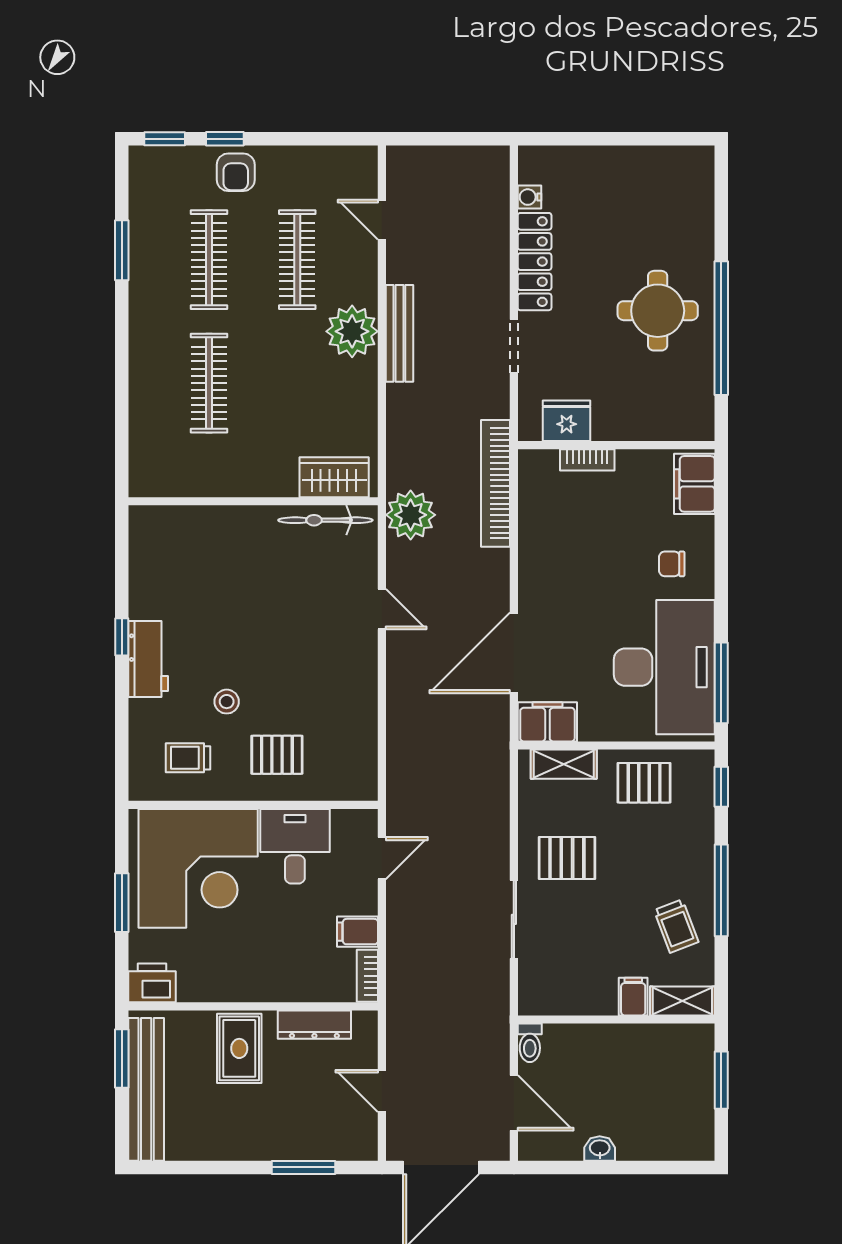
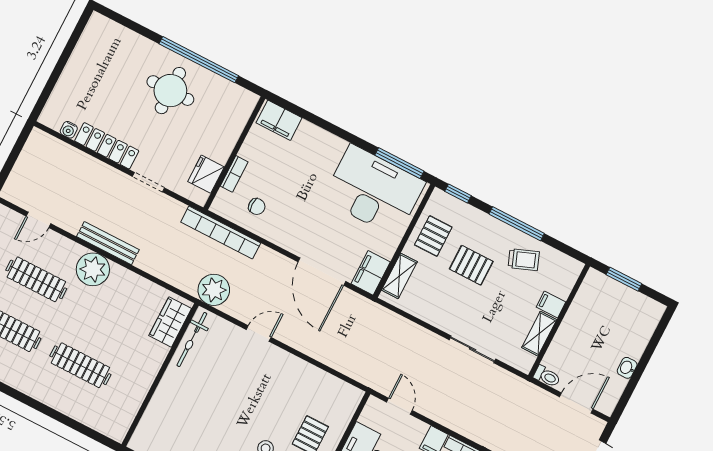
chair: (672, 564) -> (257, 207), moved, turned -90
pallet: (567, 858) -> (471, 265), moved, turned 90
shelving: (682, 1001) -> (539, 334), moved

